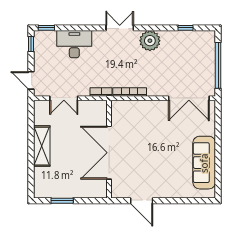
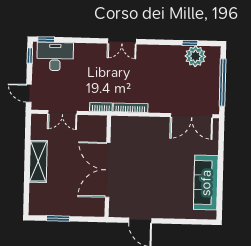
double door: (120, 28) -> (122, 41), swing flipped
plant: (150, 41) -> (195, 56), moved
desk: (74, 44) -> (55, 56), moved

